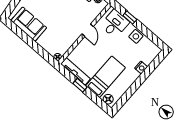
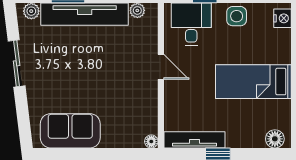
nightstand: (141, 68) -> (282, 18), moved
bed: (106, 77) -> (253, 82), moved, turned -90

